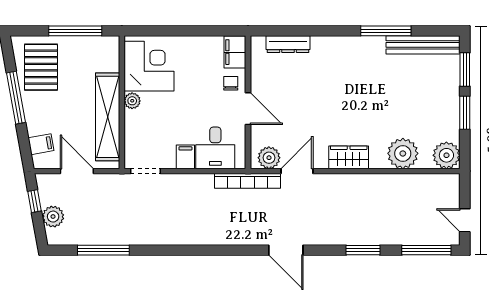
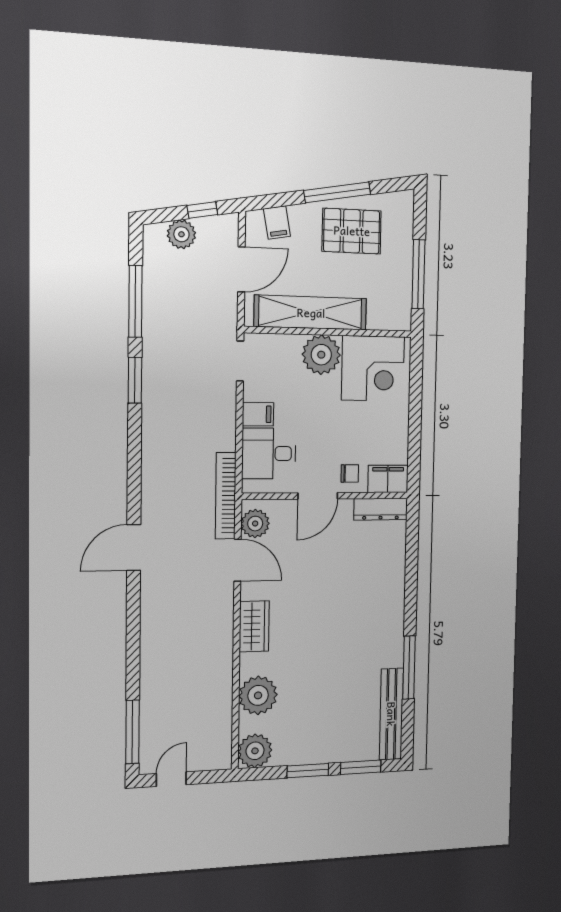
dresser: (288, 44) -> (381, 509), moved, turned -90
pallet: (41, 67) -> (352, 231), moved
plant: (132, 101) -> (321, 355), width x1.88, depth x1.88
window: (363, 250) -> (135, 380), moved

